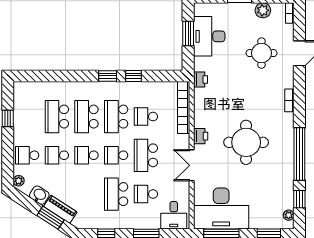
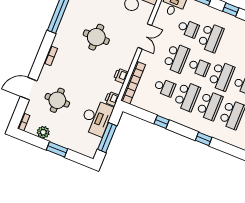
window: (188, 33) -> (107, 138), width x1.44
desk: (209, 36) -> (96, 118), moved
window: (108, 76) -> (204, 139), moved
printer: (201, 136) -> (121, 76), moved
round table: (246, 142) -> (96, 37), width x0.73, depth x0.73
school desk: (87, 155) -> (221, 76), width x1.85

